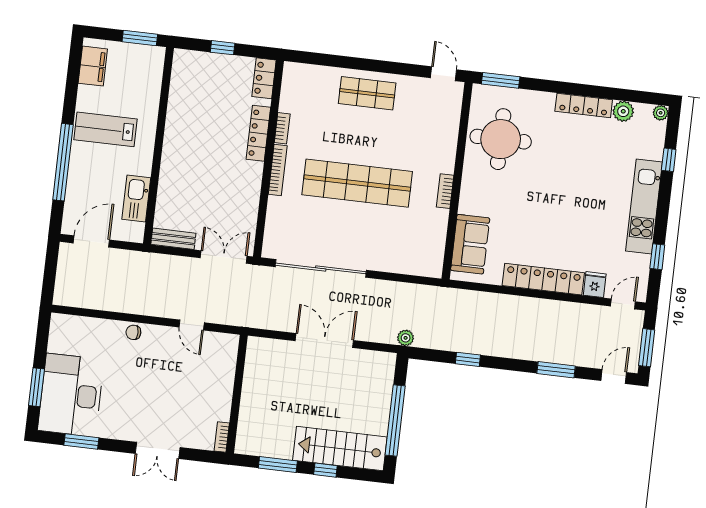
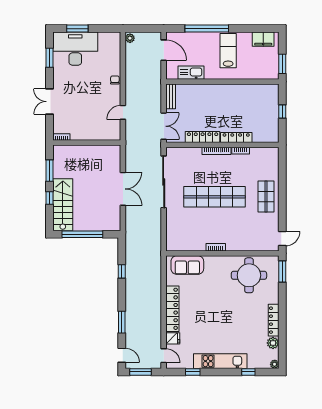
locker: (264, 78) -> (203, 137), moved, width x1.53
shop shelf: (357, 183) -> (214, 197), turned 90
plant: (406, 338) -> (130, 38), moved

